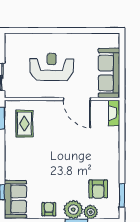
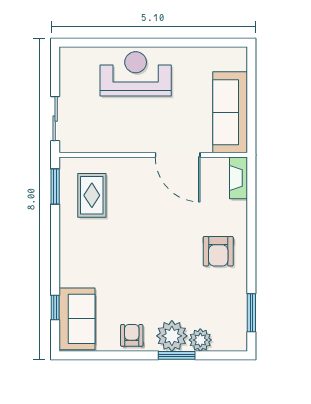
reception desk: (52, 67) -> (136, 74), moved
armchair: (98, 189) -> (218, 251), moved

